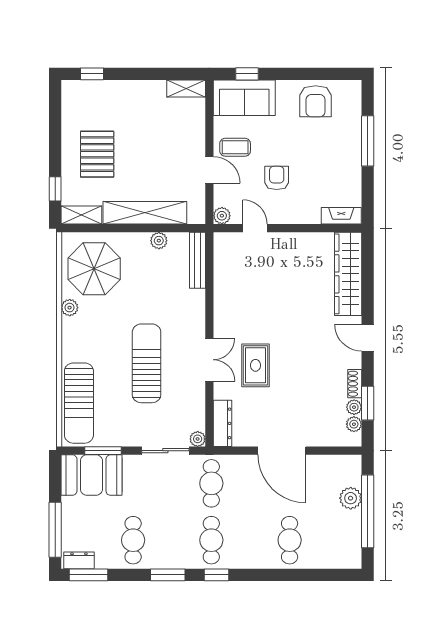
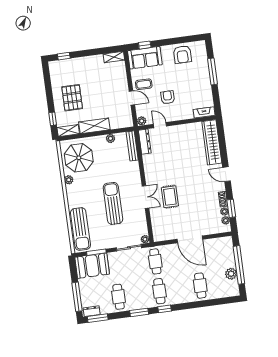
shelving: (145, 213) -> (94, 126), width x0.68
dresser: (222, 423) -> (145, 142), moved
plant: (351, 498) -> (231, 274), moved

